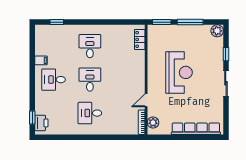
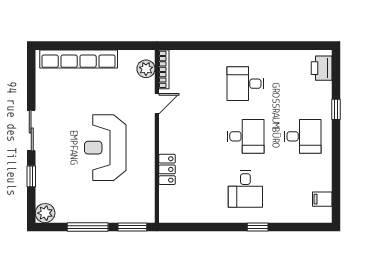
window: (57, 22) -> (258, 227), moved
locker: (140, 39) -> (167, 169), moved
filing cabinet: (41, 60) -> (322, 199), moved
desk: (90, 80) -> (245, 136), turned -90
desk: (90, 113) -> (245, 84), turned 180
window: (32, 118) -> (336, 109), moved

